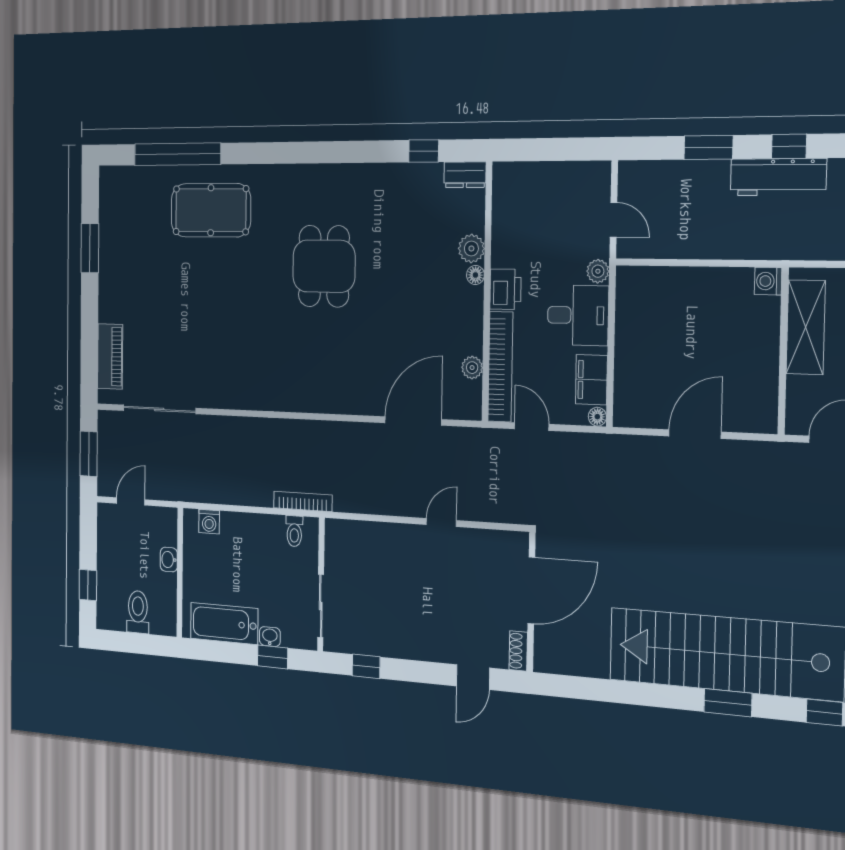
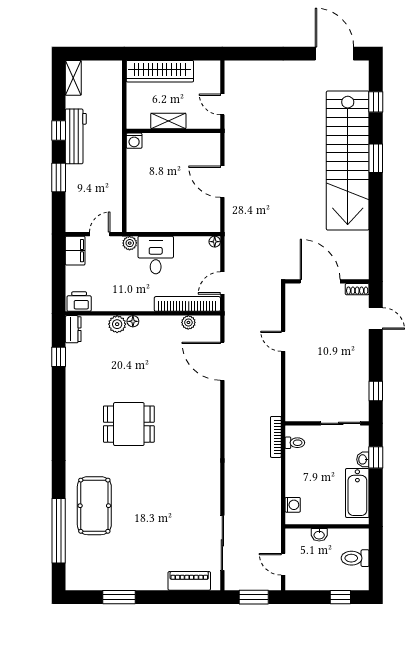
printer: (505, 289) -> (79, 302), moved
shelving: (806, 327) -> (168, 121), width x0.67, depth x0.75
filing cabinet: (591, 380) -> (75, 251), moved, turned -90

